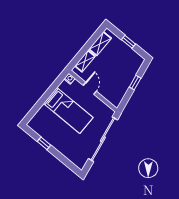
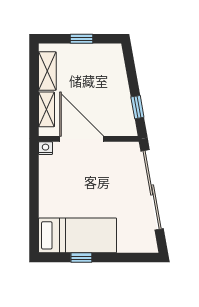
window: (135, 83) -> (137, 107), moved
door: (90, 88) -> (82, 139), width x1.87
bed: (68, 110) -> (78, 235), moved

